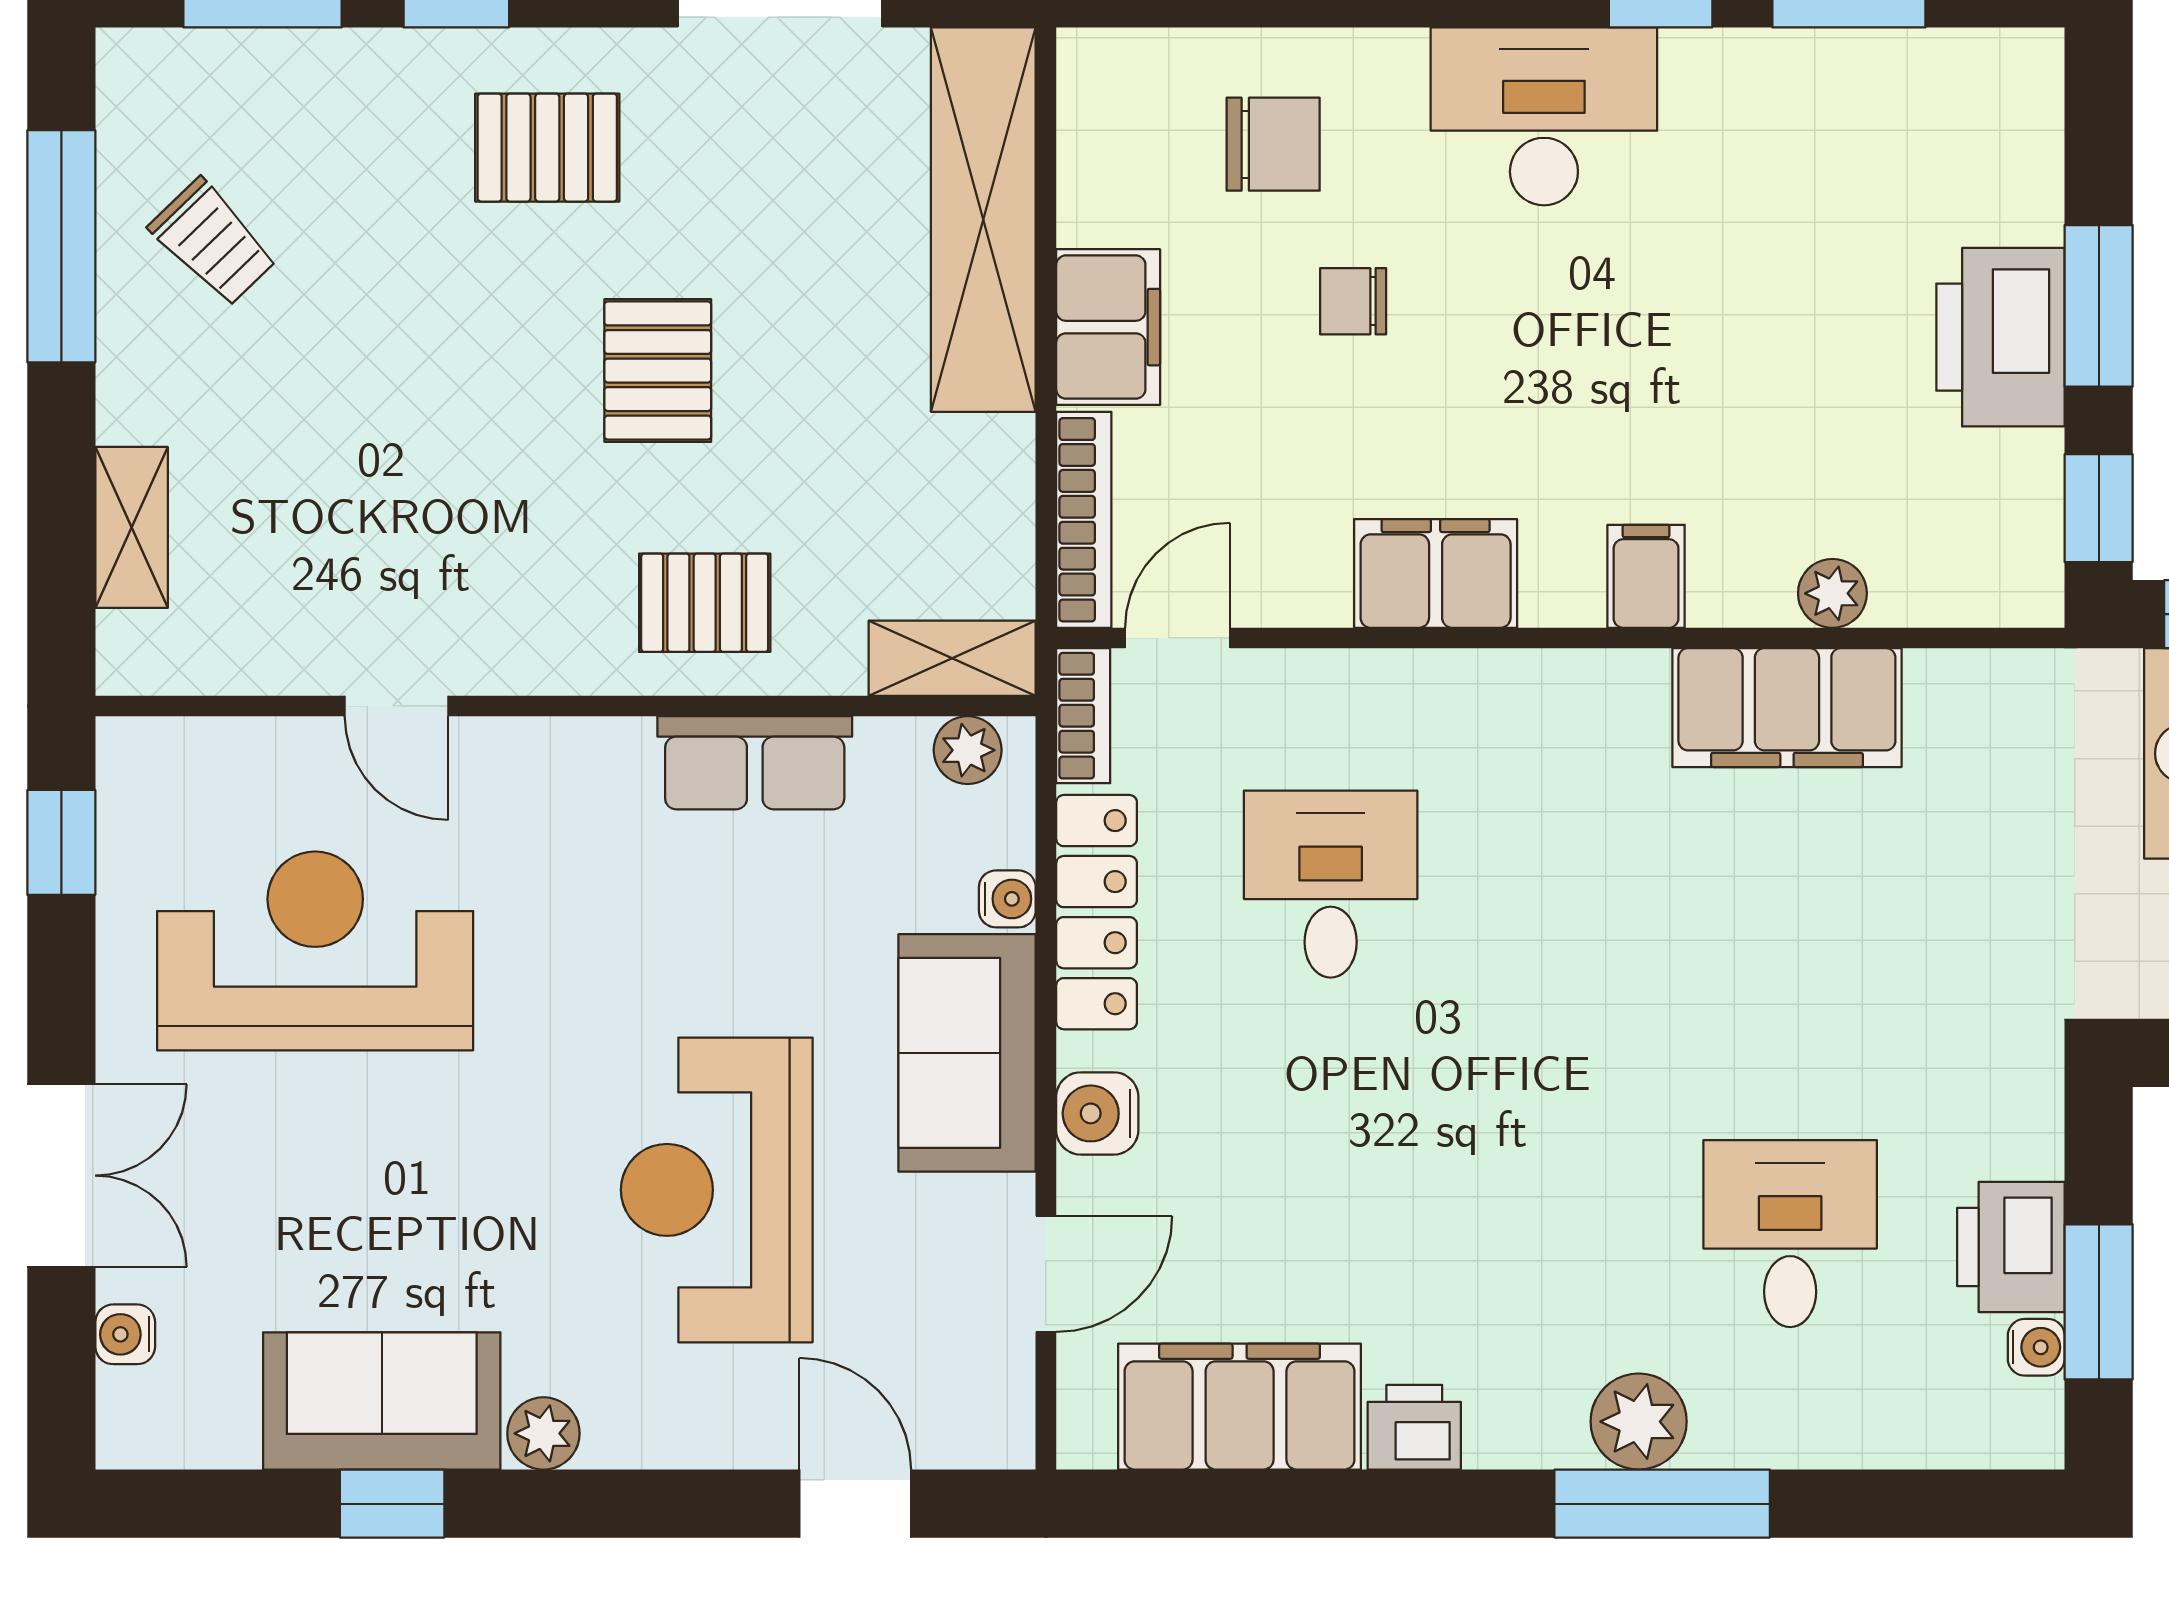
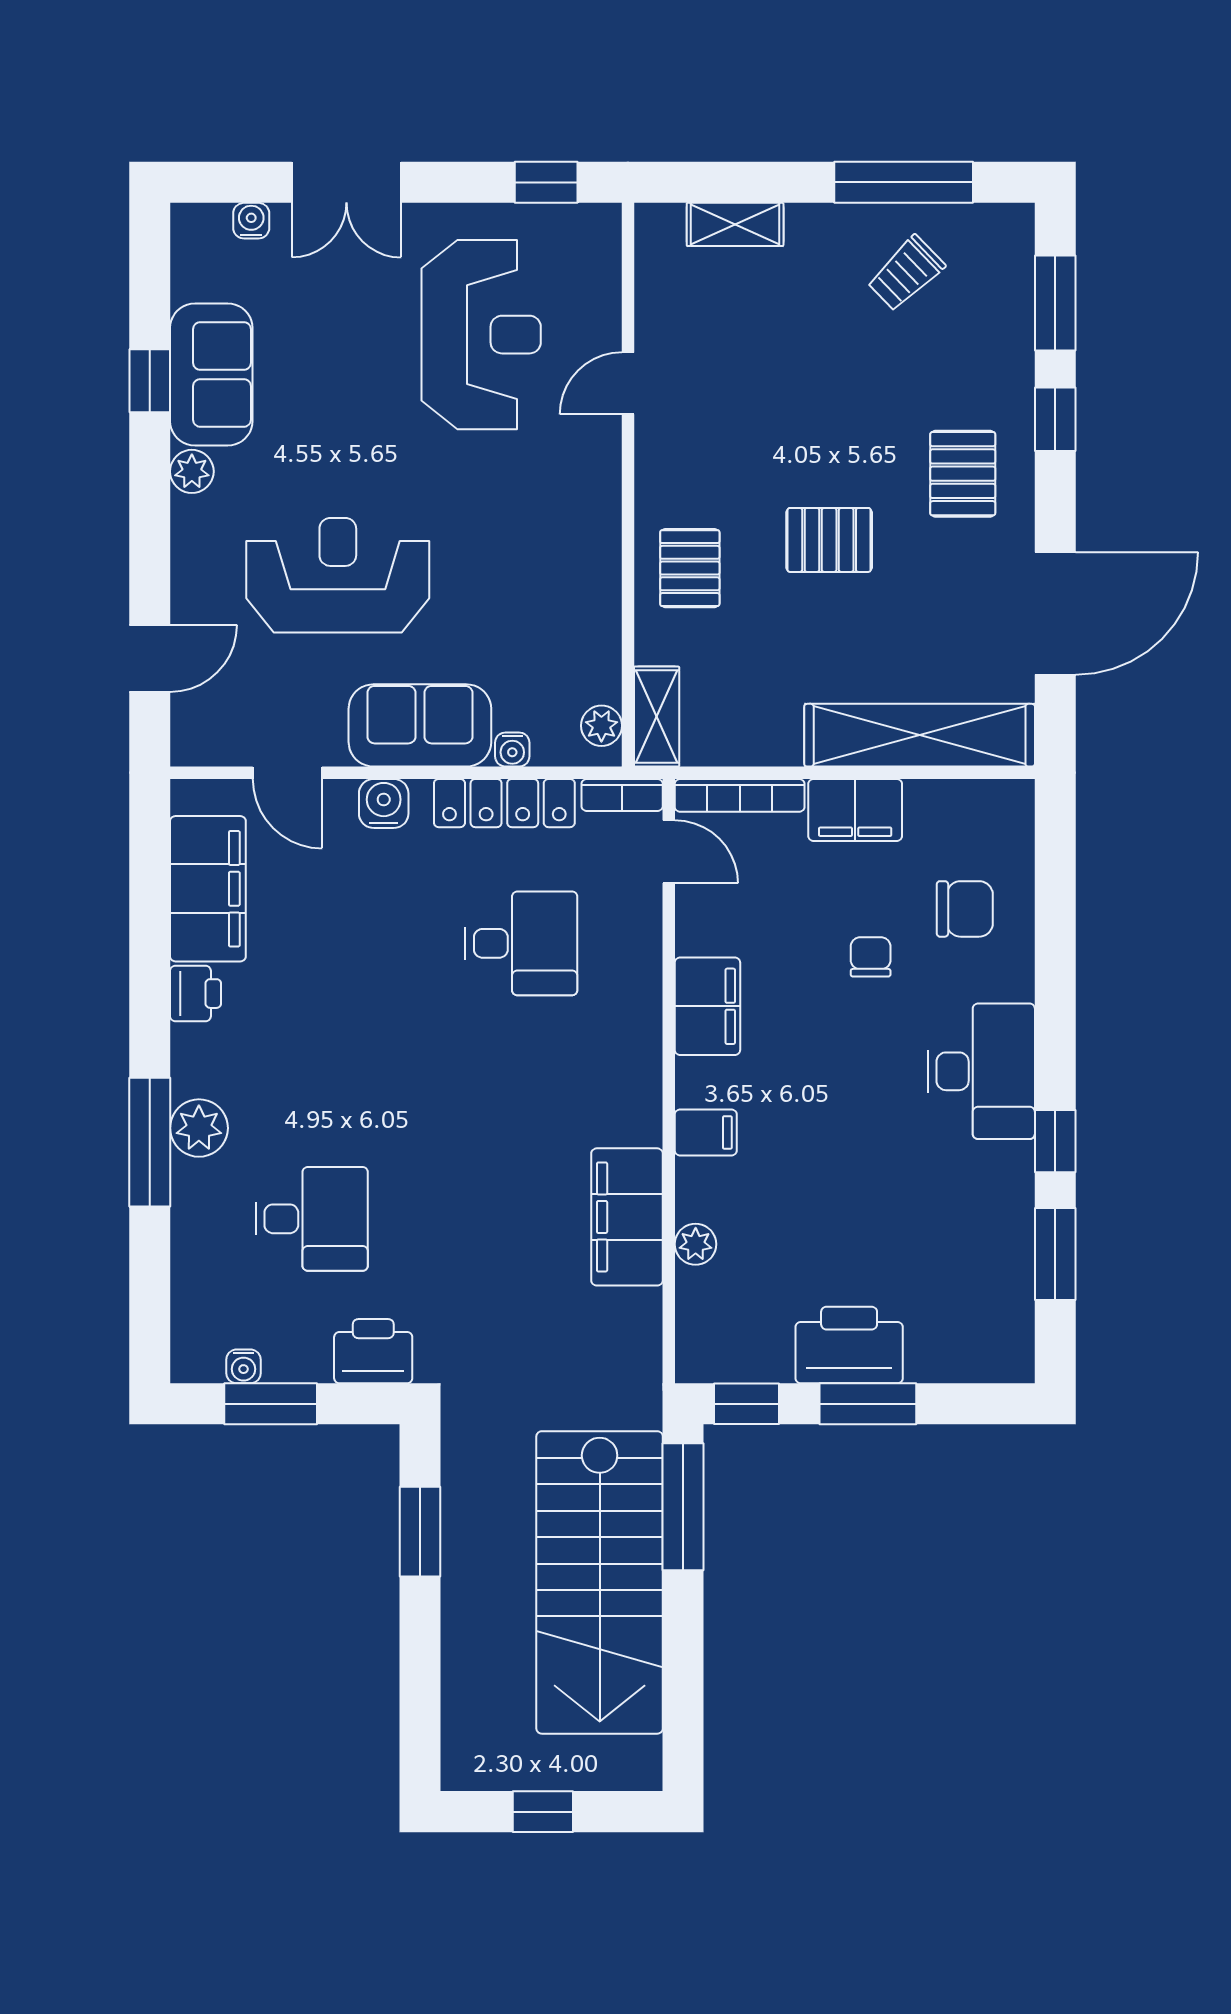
chair: (1273, 144) -> (965, 909), turned -90
row of seats: (755, 763) -> (594, 598), removed
printer: (2011, 1247) -> (373, 1351), moved

